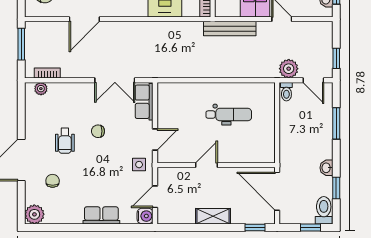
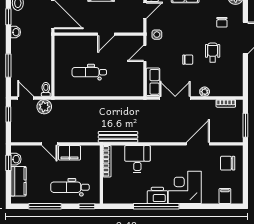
bench: (230, 29) -> (118, 137), moved
plant: (41, 89) -> (205, 92), moved

